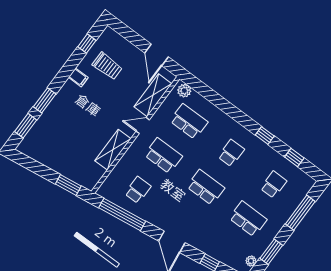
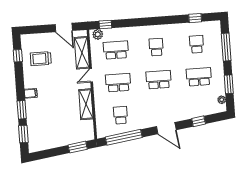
trolley: (107, 66) -> (41, 59), turned 180
filing cabinet: (78, 77) -> (31, 93), moved
window: (265, 135) -> (105, 24), moved

